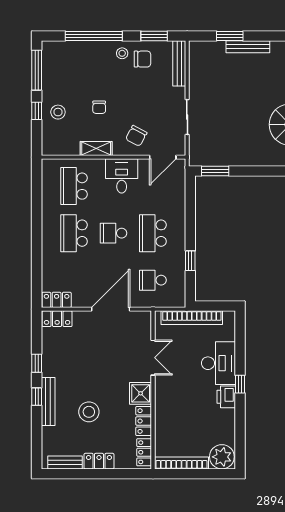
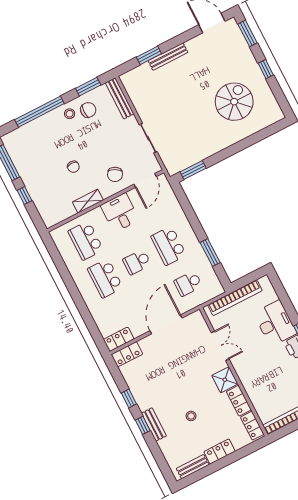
stool: (58, 112) -> (42, 188), removed
window: (190, 261) -> (210, 253), width x1.50
bench: (48, 401) -> (154, 425), width x0.73
stool: (89, 412) -> (191, 416), width x0.53, depth x0.53

